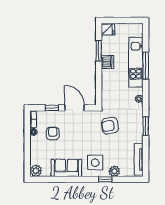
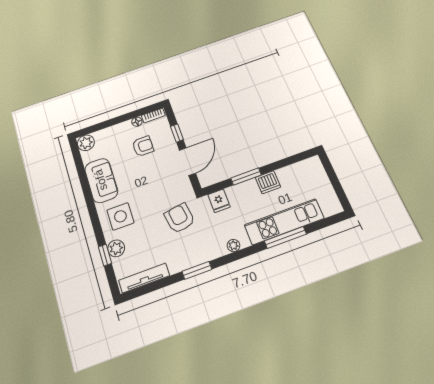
fridge: (108, 30) -> (219, 201), moved
window: (99, 51) -> (246, 177), moved
window: (105, 179) -> (105, 255), moved

